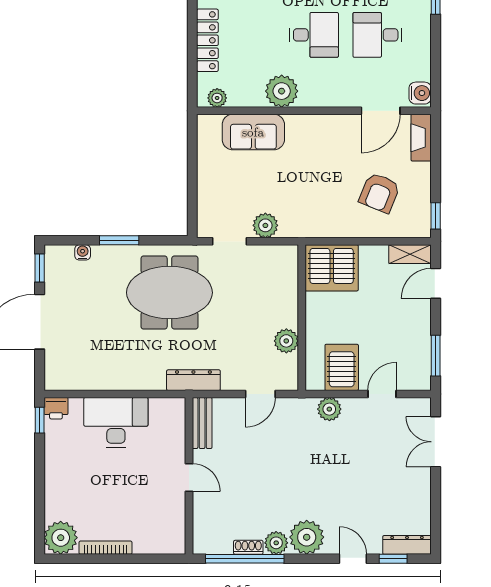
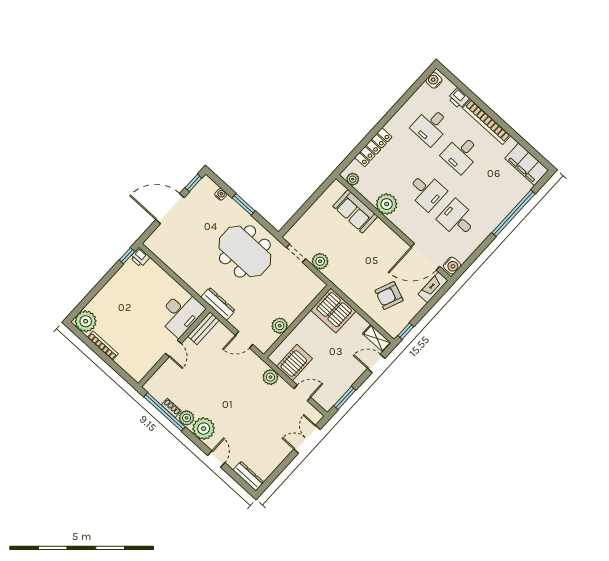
door: (381, 111) -> (425, 257), width x1.36
desk: (116, 422) -> (181, 313), moved, turned 90
window: (393, 559) -> (236, 477), removed

